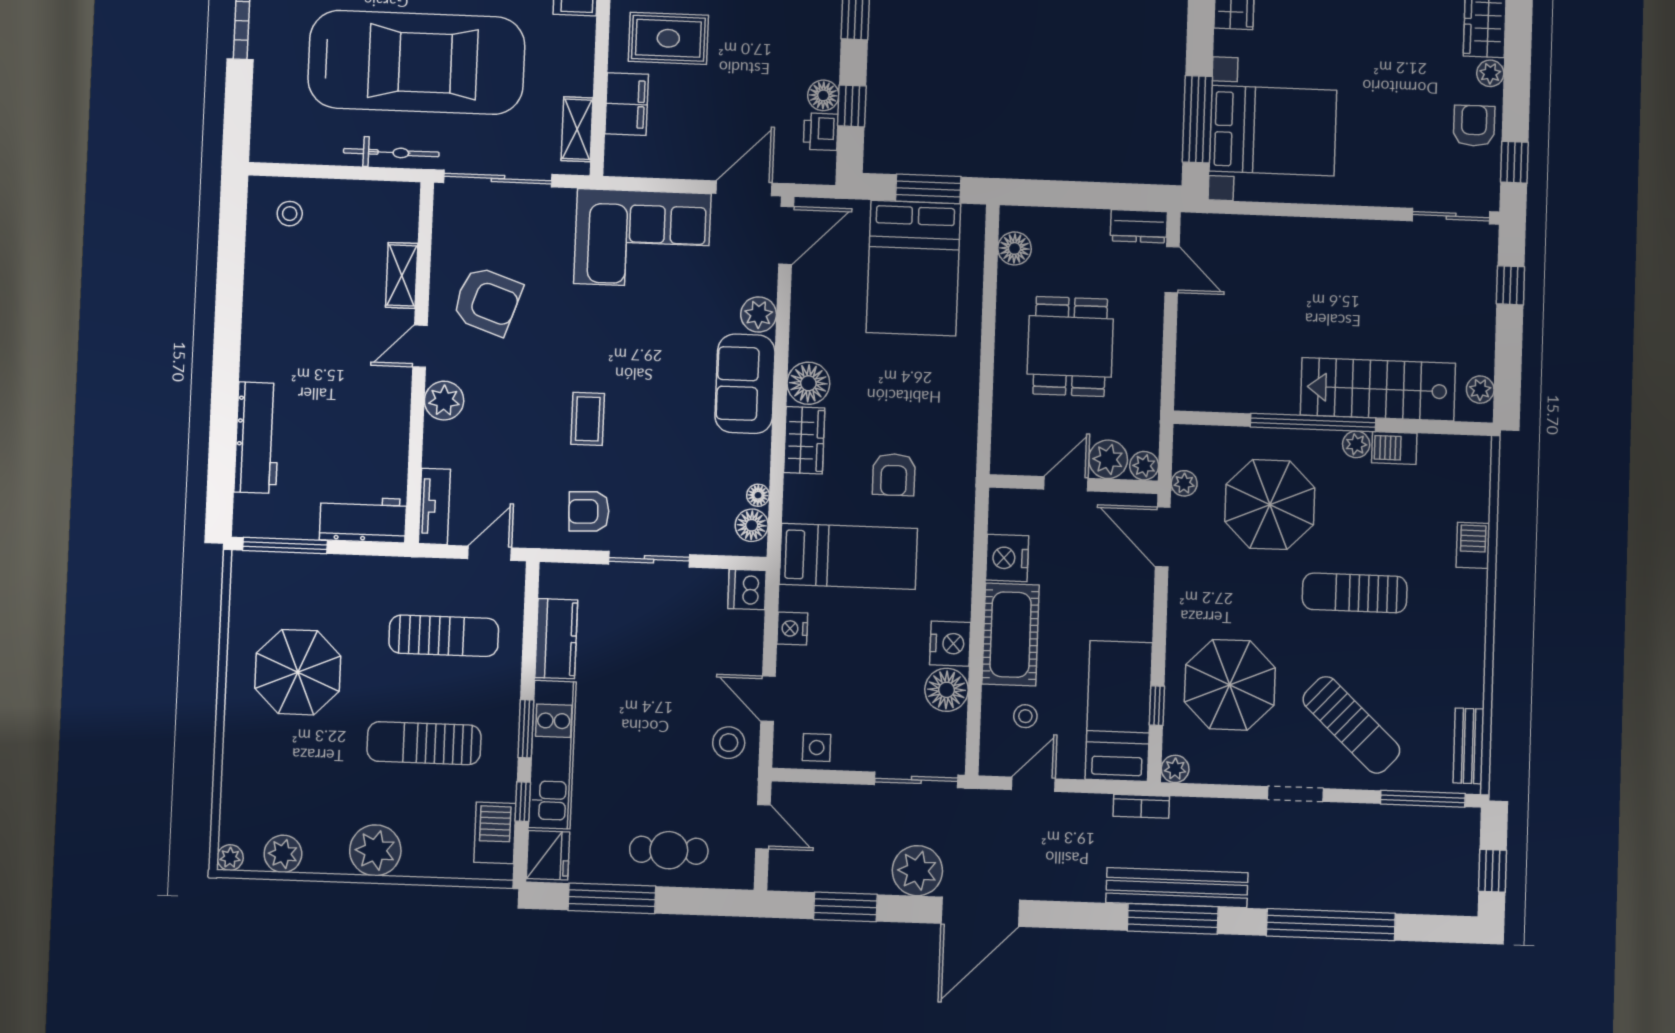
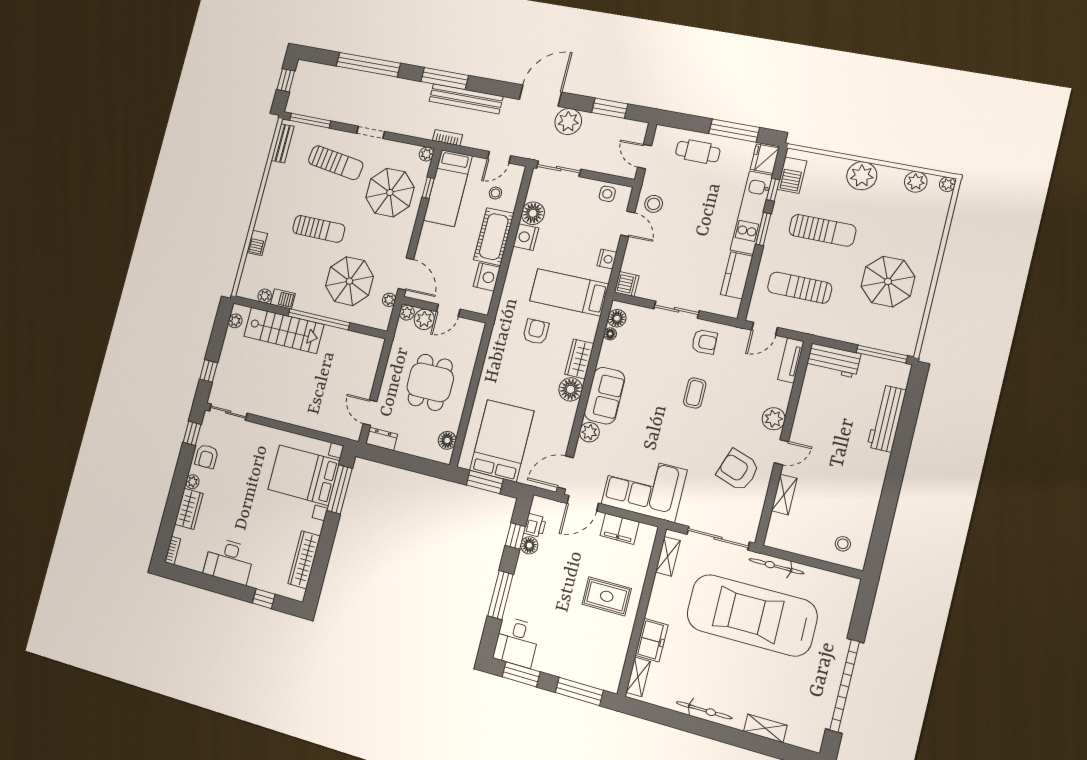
filing cabinet: (627, 104) -> (620, 529), moved, turned -90
plant: (1356, 444) -> (265, 296), moved
sun lounger: (1351, 725) -> (336, 163), turned 145
bench: (1177, 888) -> (466, 99), moved

